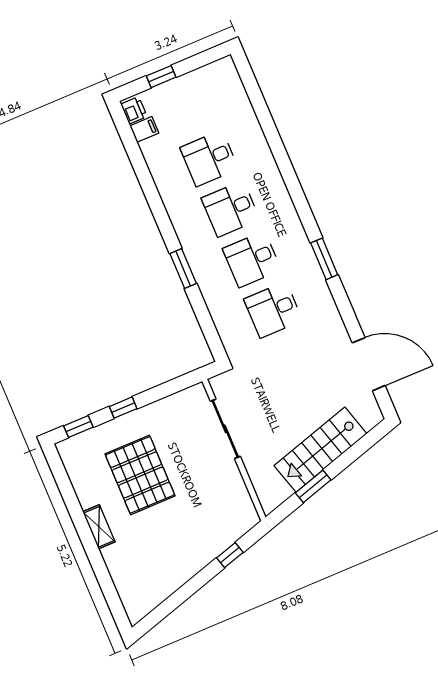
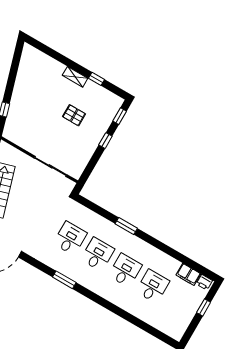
filing cabinet: (144, 129) -> (188, 274), width x2.00
pallet: (140, 475) -> (74, 115), width x0.49, depth x0.50
window: (72, 502) -> (96, 79), added

